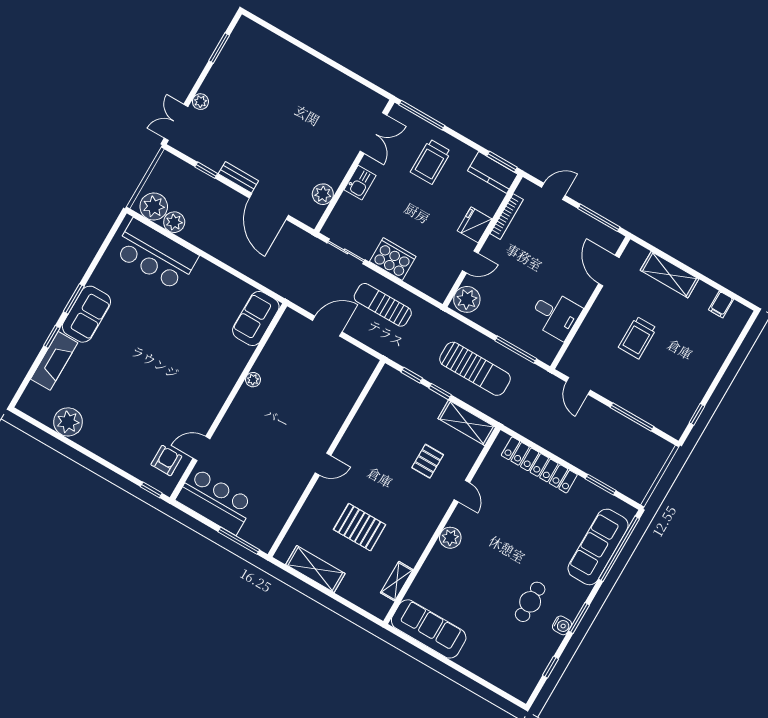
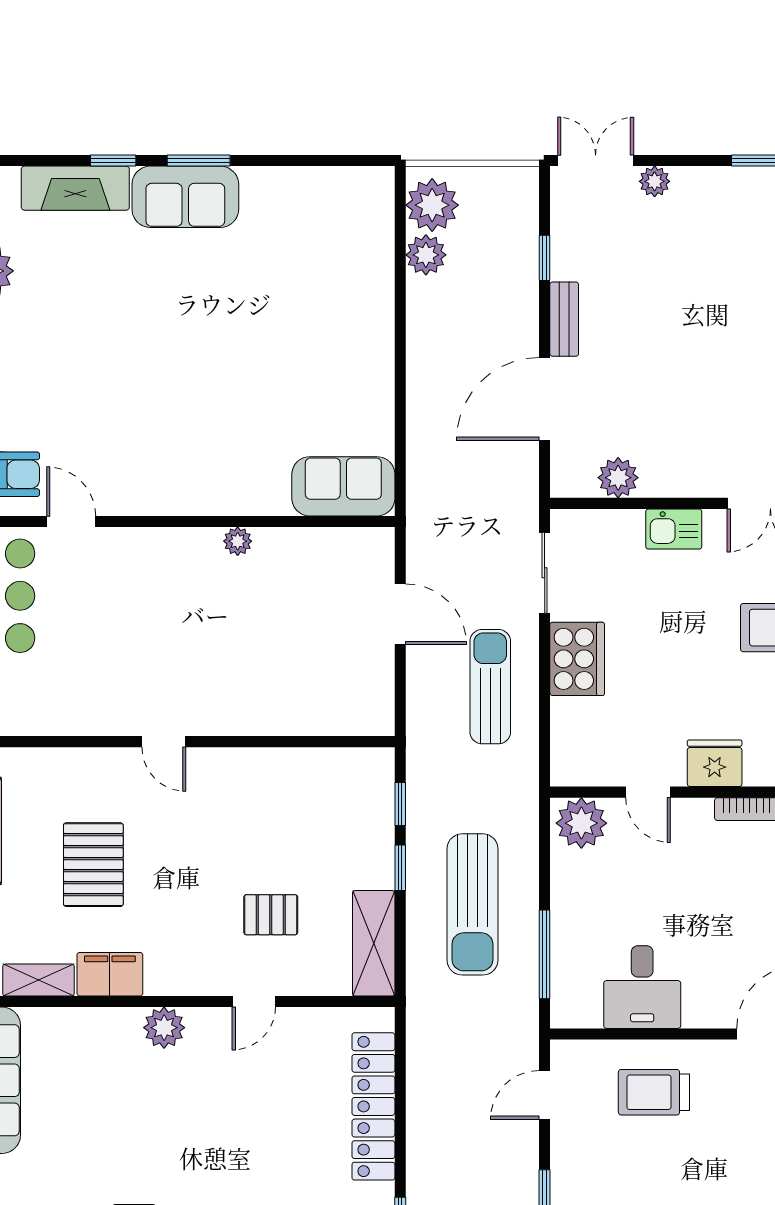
bar counter: (156, 255) -> (353, 255), removed
trolley: (637, 338) -> (654, 1092), moved
filing cabinet: (413, 548) -> (110, 974), added

